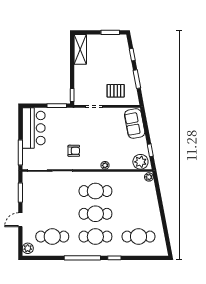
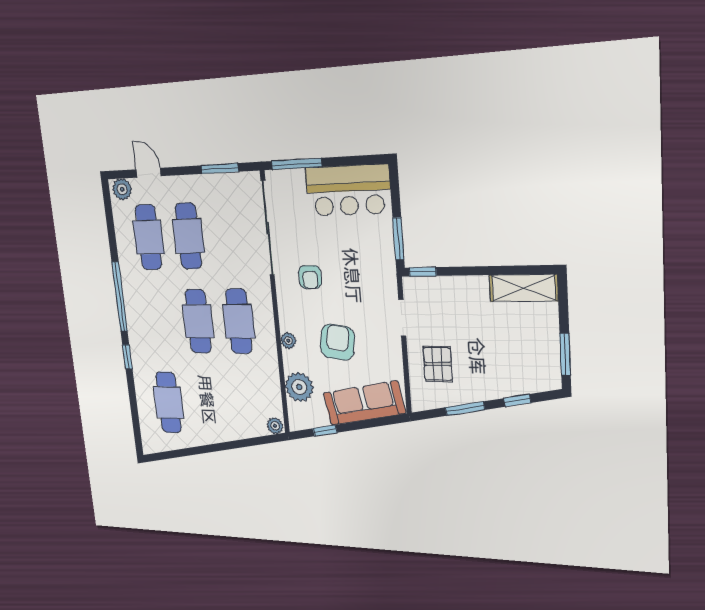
sofa: (135, 124) -> (364, 403), width x1.36
armchair: (106, 140) -> (337, 342), added
plant: (140, 162) -> (299, 387), moved
door: (20, 220) -> (149, 173), moved
cafe table: (95, 237) -> (188, 236), moved

